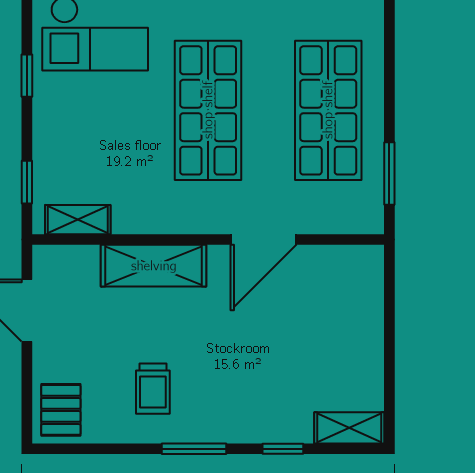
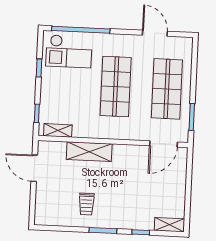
door: (264, 239) -> (163, 144), moved
pallet: (61, 410) -> (47, 211), removed

